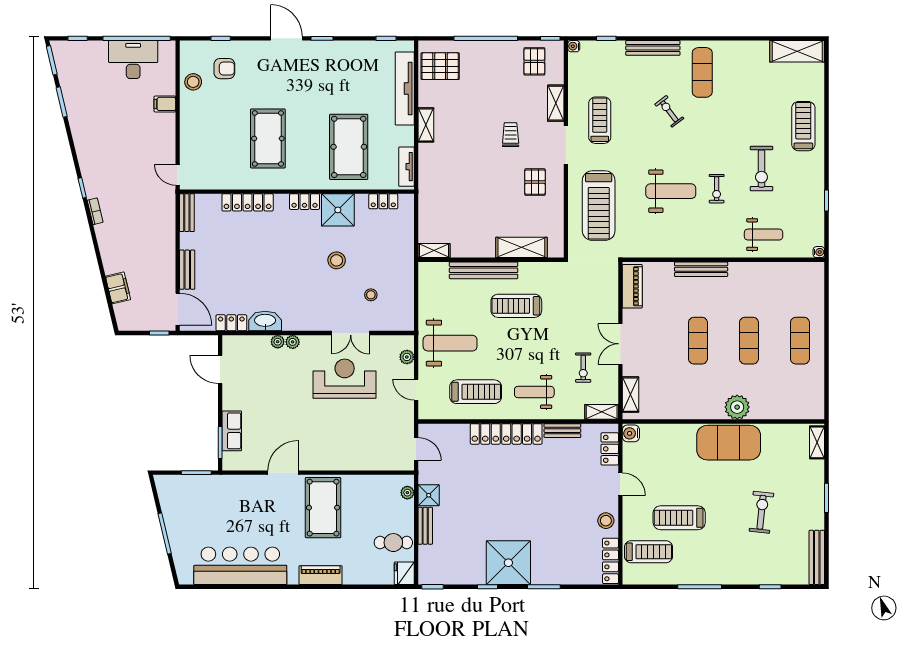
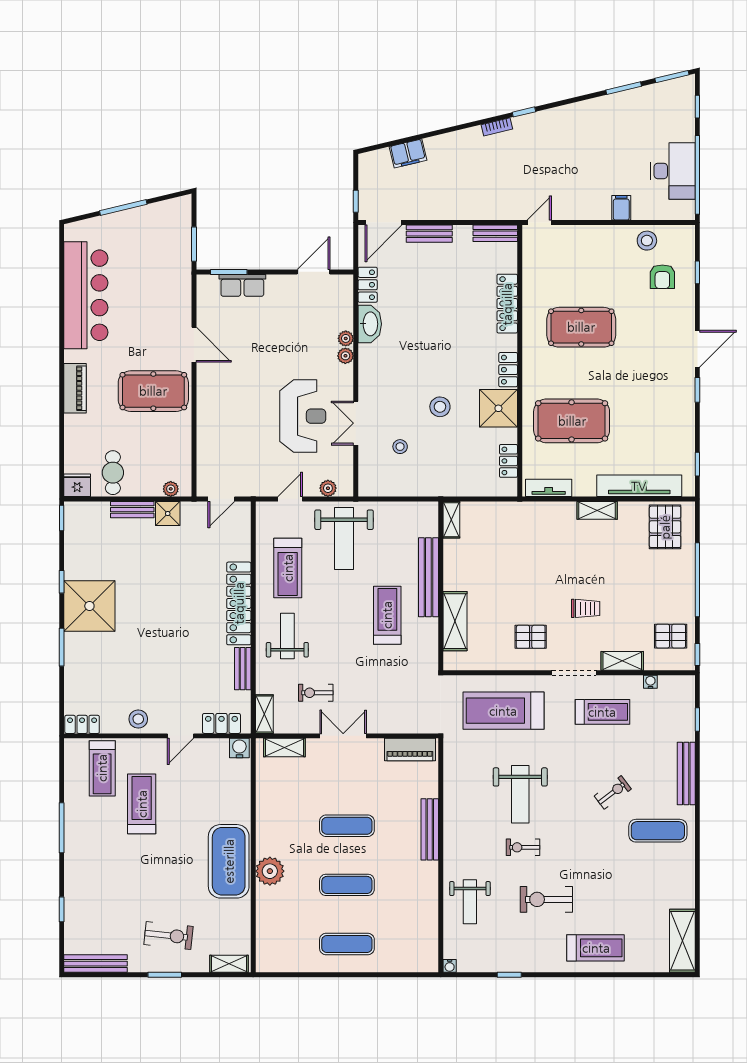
water cooler: (574, 46) -> (650, 682), moved
exercise bike: (761, 512) -> (169, 935), moved
locker: (611, 561) -> (82, 724), width x0.66

